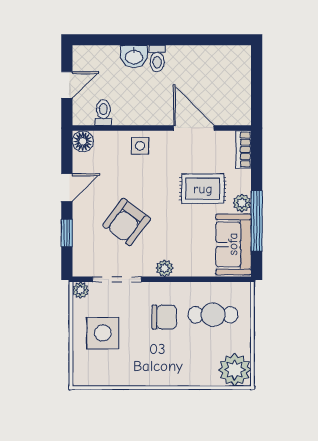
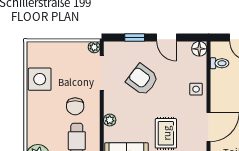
plant: (164, 268) -> (110, 120), moved
side table: (103, 333) -> (40, 79), moved

